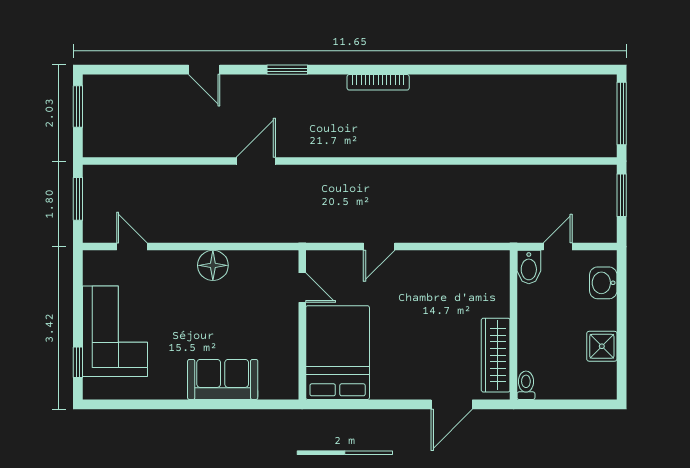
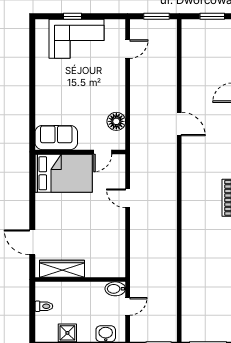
door: (558, 247) -> (128, 306), hinge flipped
floor lamp: (213, 265) -> (116, 121), moved
window: (78, 362) -> (72, 16), moved
sofa: (223, 379) -> (56, 138), moved, turned -90
toilet: (526, 385) -> (44, 306), moved

